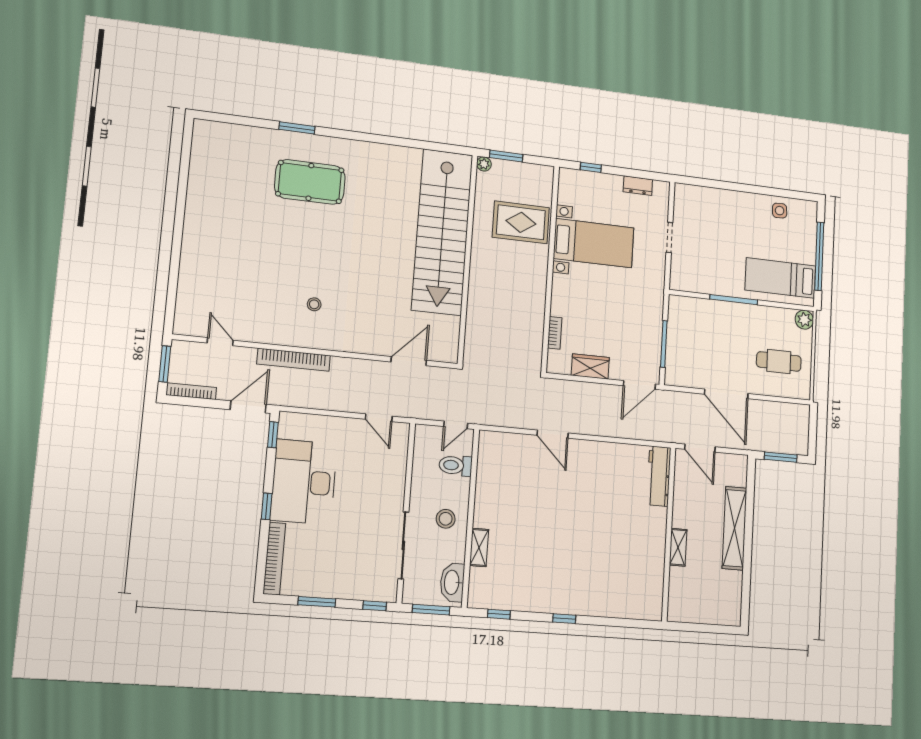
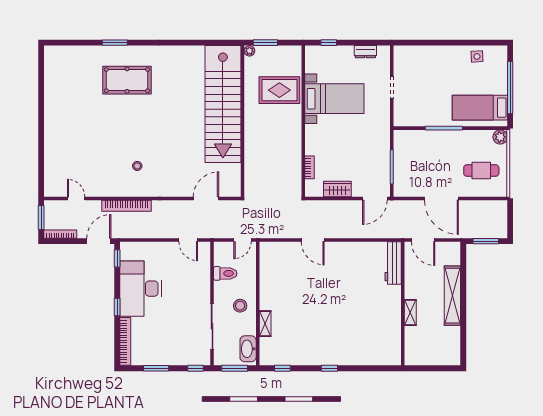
toilet: (456, 465) -> (225, 273), moved, turned 180

